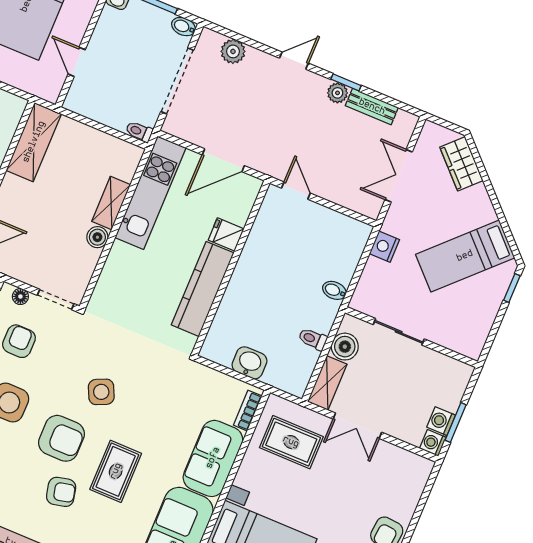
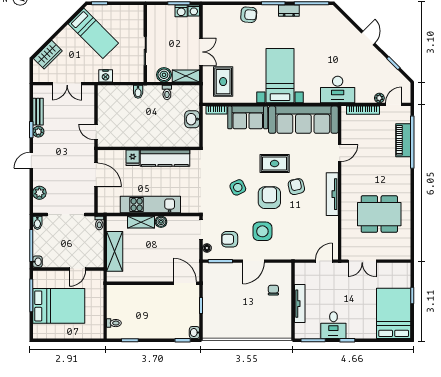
door: (294, 61) -> (31, 160), hinge flipped
shelving: (34, 142) -> (115, 251), moved, turned 90
door: (296, 191) -> (96, 132), hinge flipped
kitchen unit: (150, 193) -> (150, 205), moved

